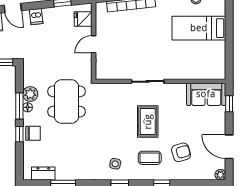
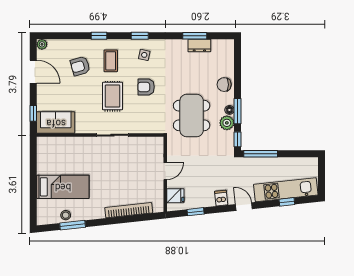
armchair: (113, 131) -> (146, 87), added
window: (19, 134) -> (237, 139), moved
coffee table: (150, 158) -> (111, 61), turned 90
dresser: (43, 173) -> (199, 46), moved

